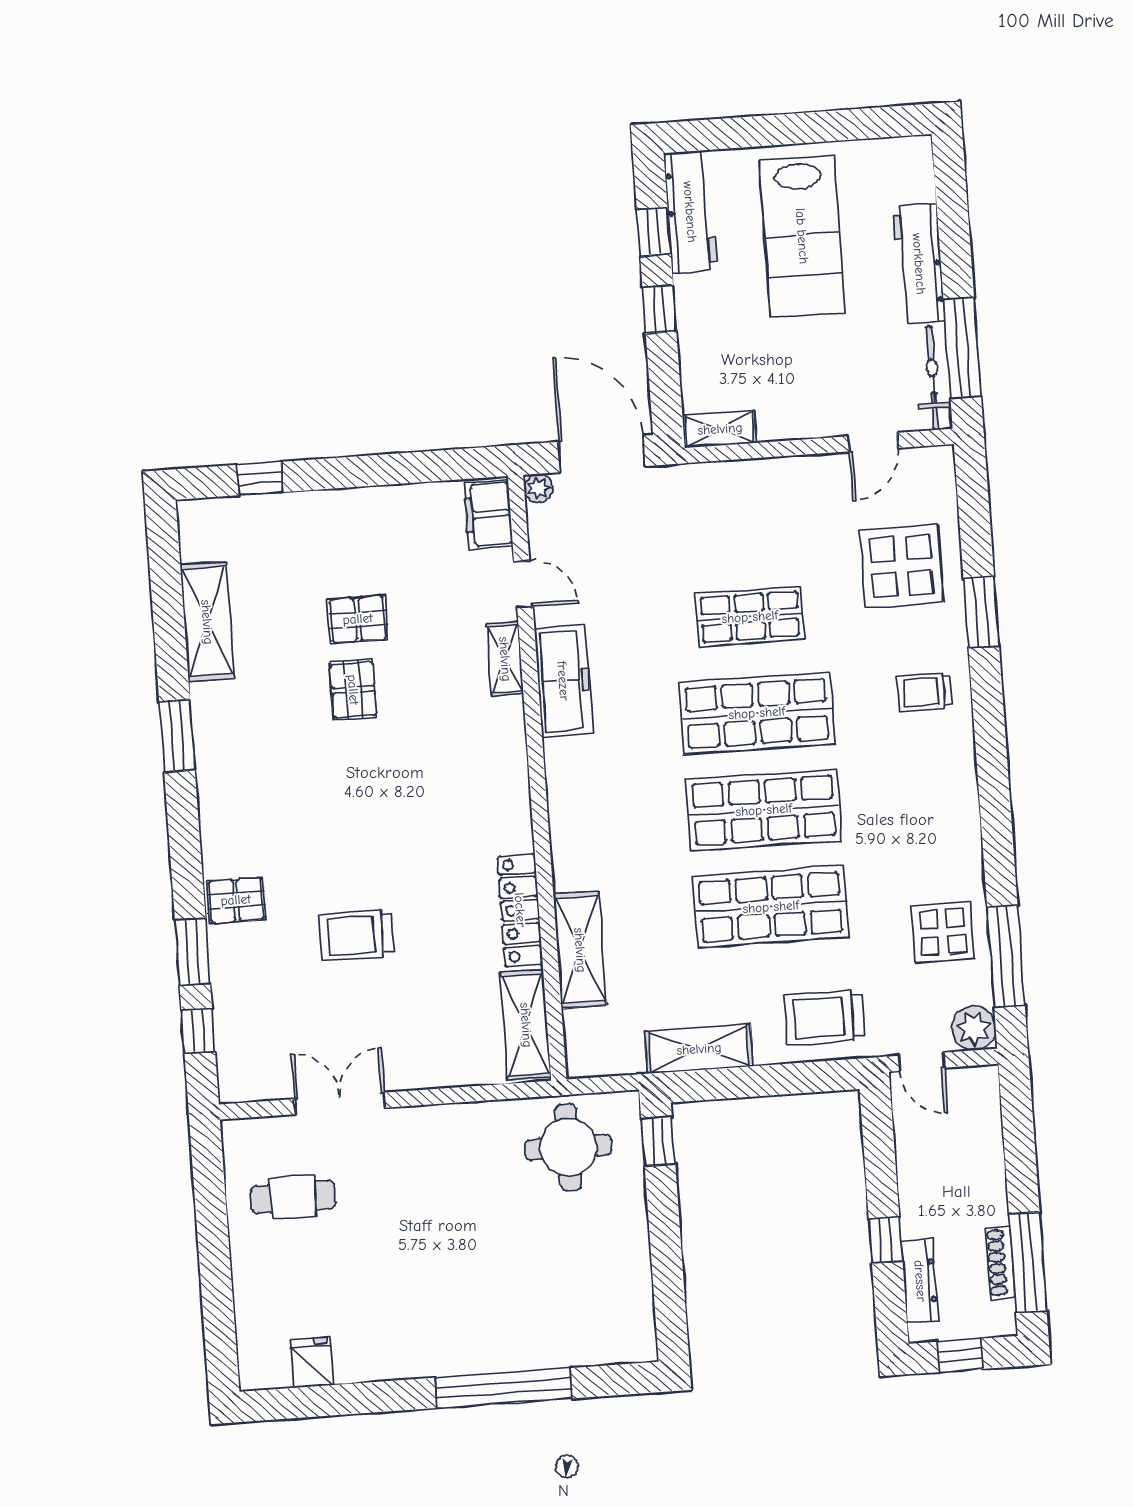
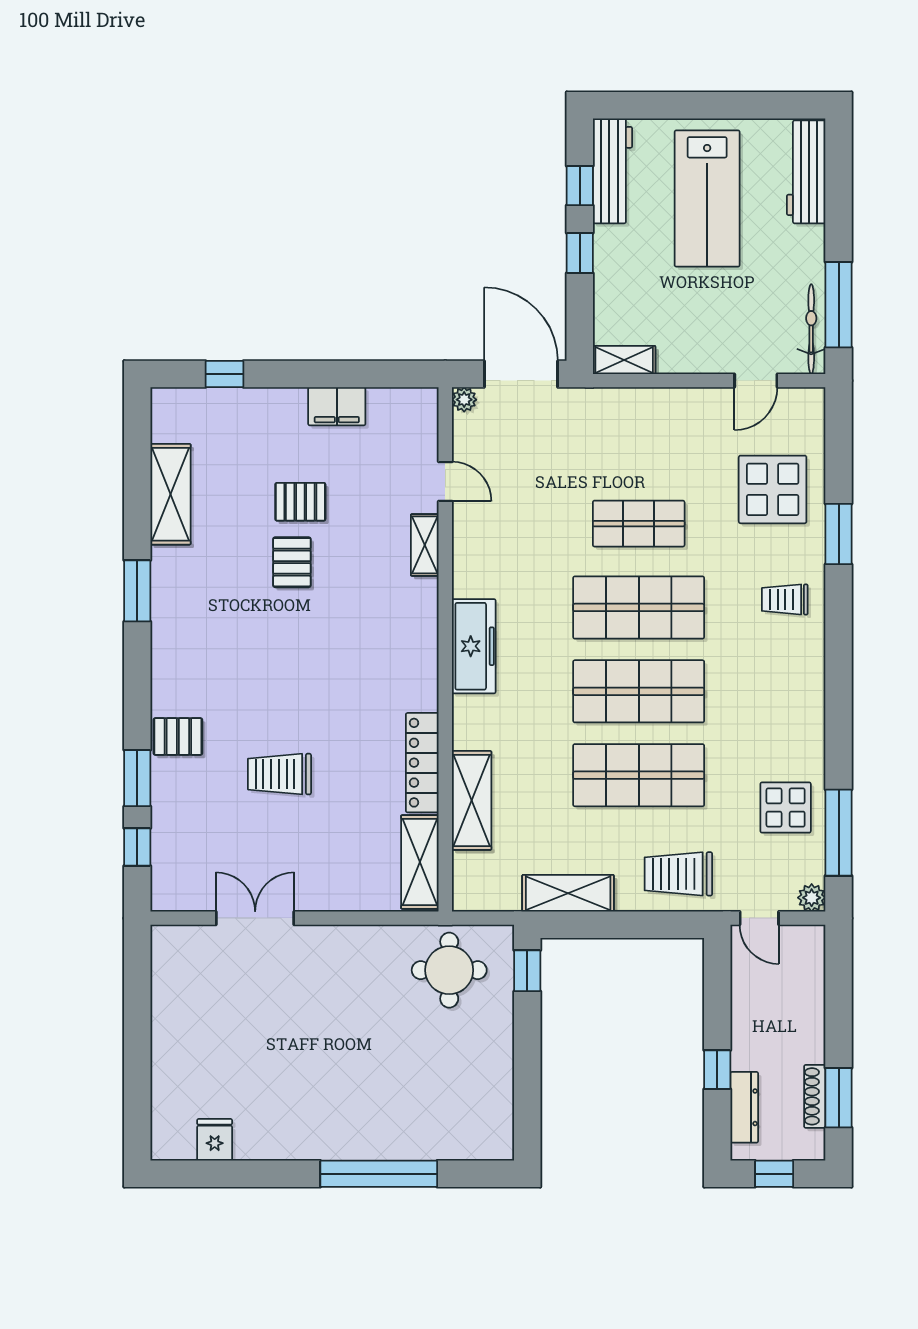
workbench: (919, 264) -> (806, 172), moved
filing cabinet: (489, 514) -> (337, 406), moved, turned -90
freezer: (563, 681) -> (474, 646), moved
plant: (974, 1028) -> (812, 898), width x0.73, depth x0.73
cafe table: (293, 1197) -> (209, 996), removed
window: (1028, 1262) -> (839, 1098), width x0.69

